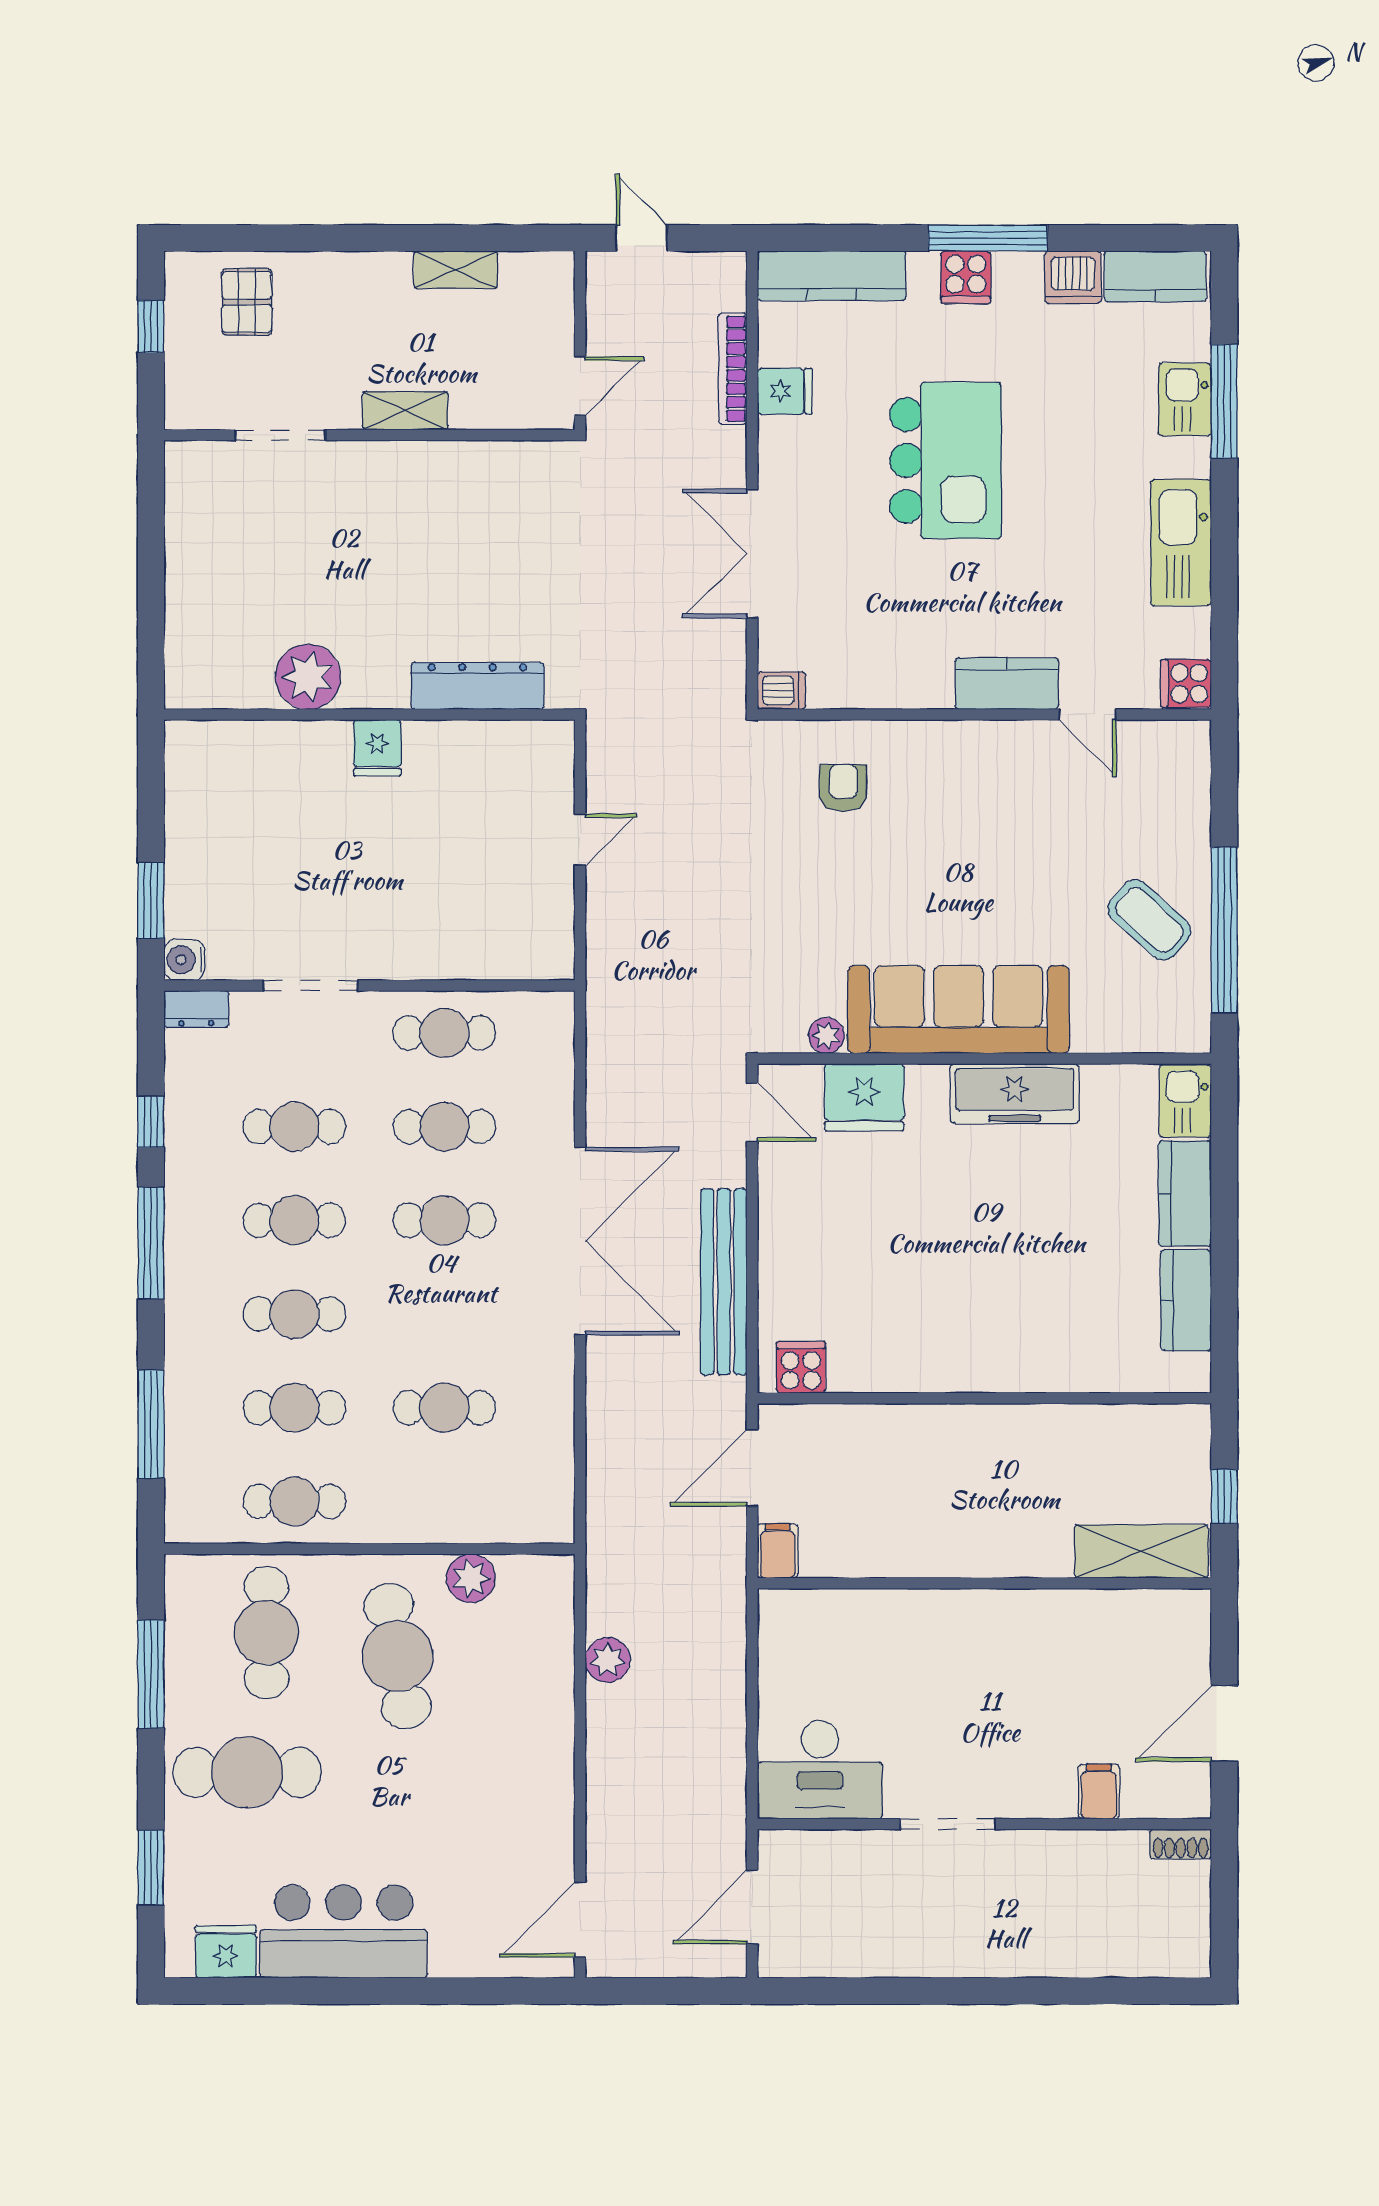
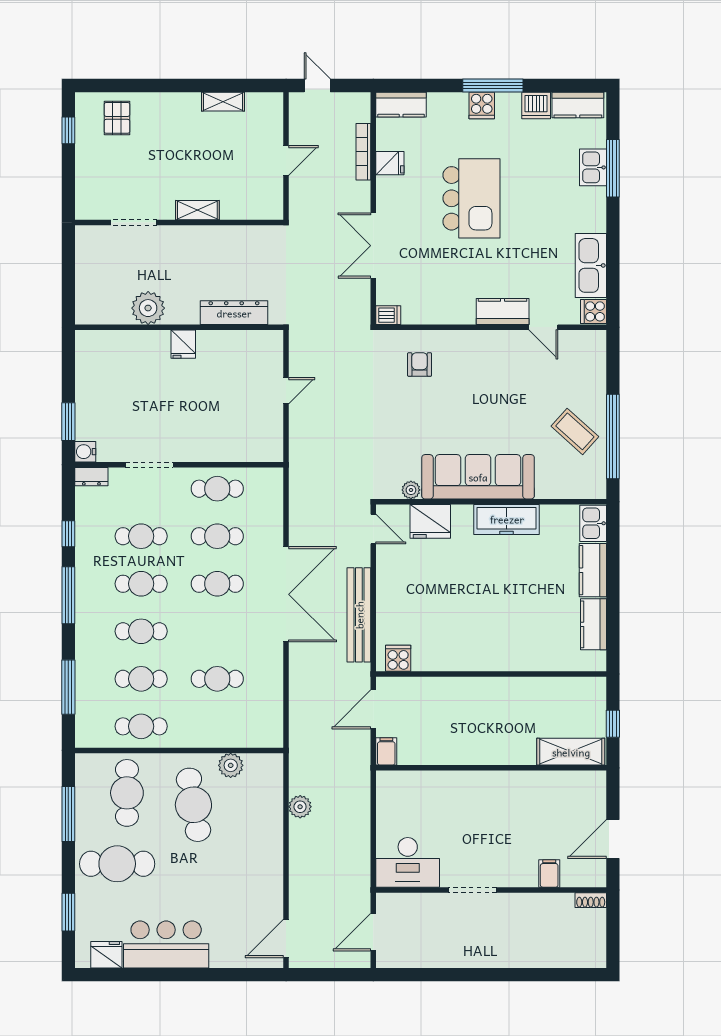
kitchen counter: (832, 276) -> (401, 105), width x0.67
shelving: (405, 411) -> (197, 210), moved
doorway: (280, 435) -> (134, 223), moved
wall: (369, 435) -> (179, 223), moved
kitchen sink: (1181, 542) -> (591, 265), moved

